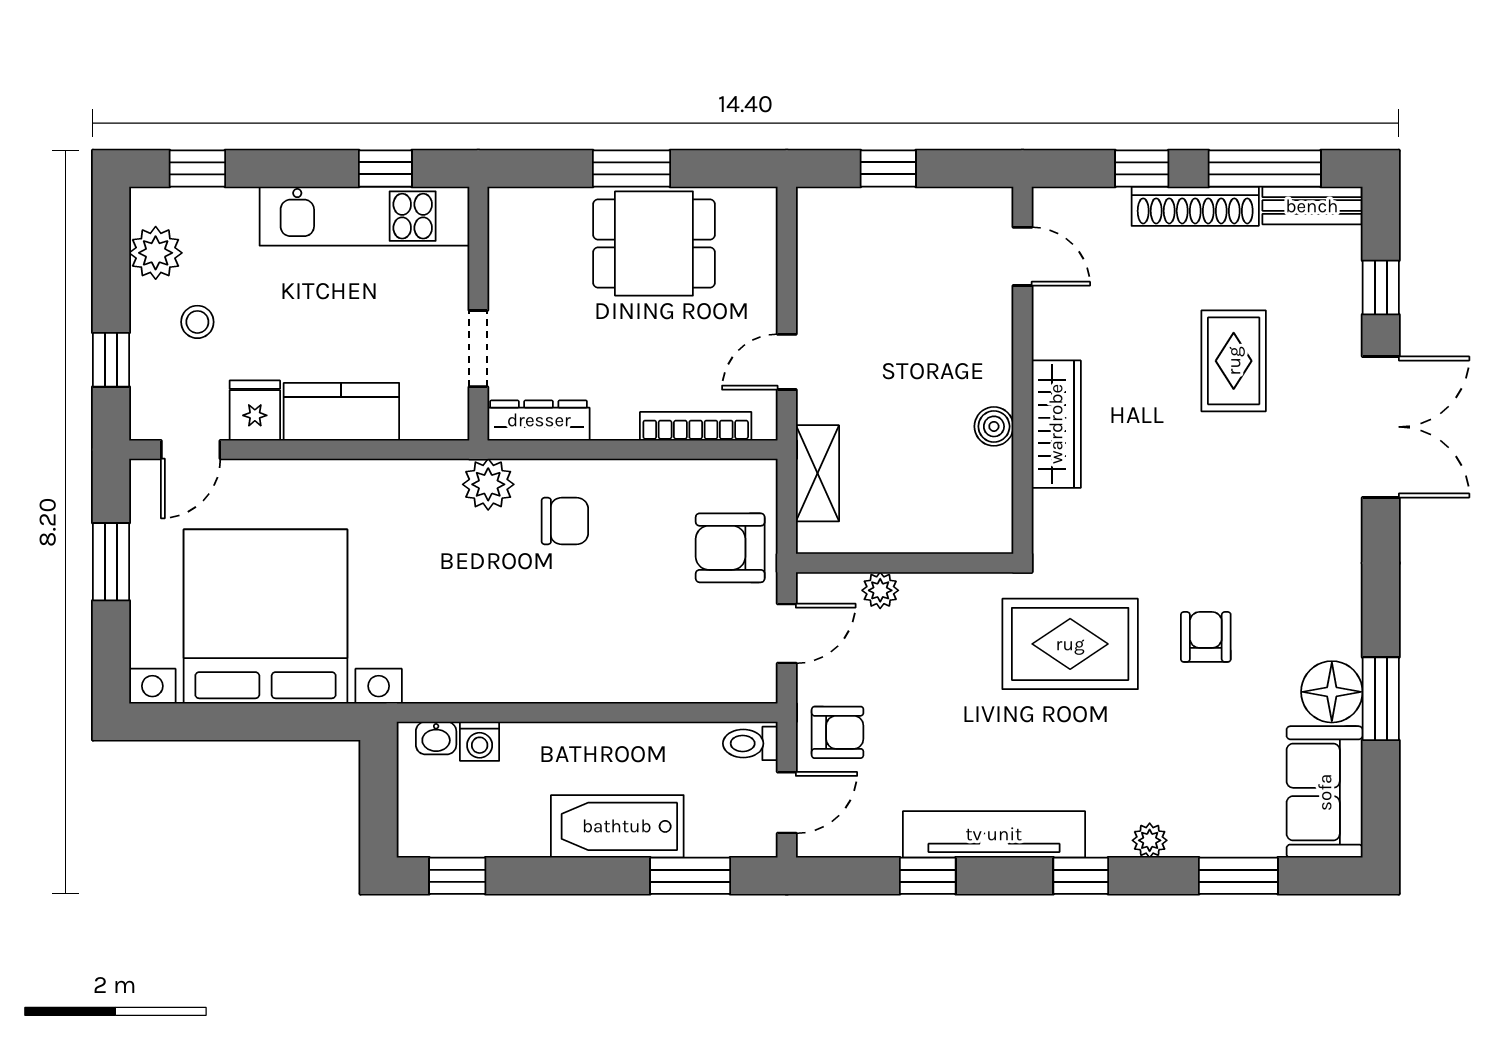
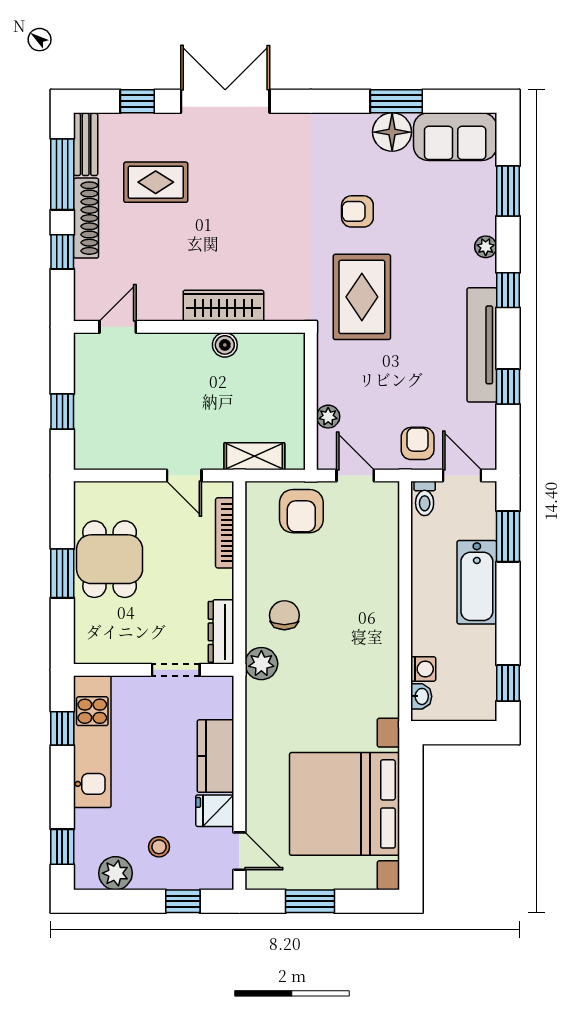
rug: (1234, 361) -> (156, 182), moved

